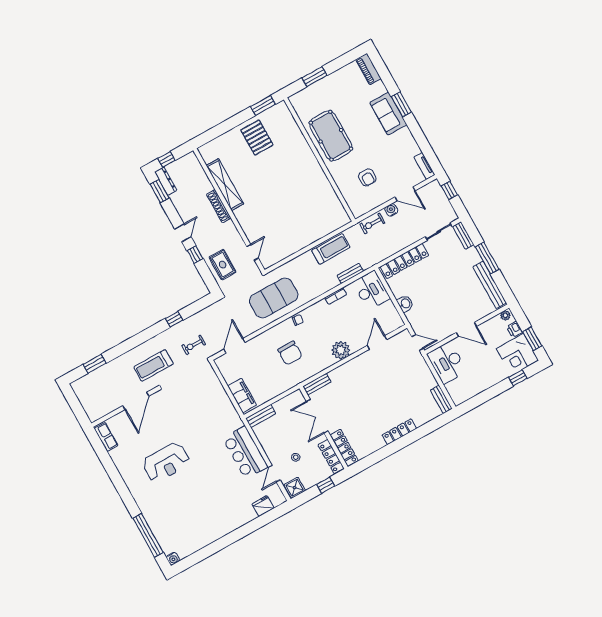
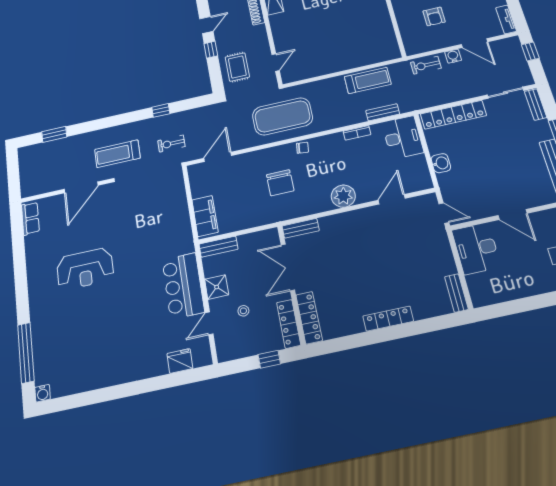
shower: (295, 488) -> (217, 287), moved

